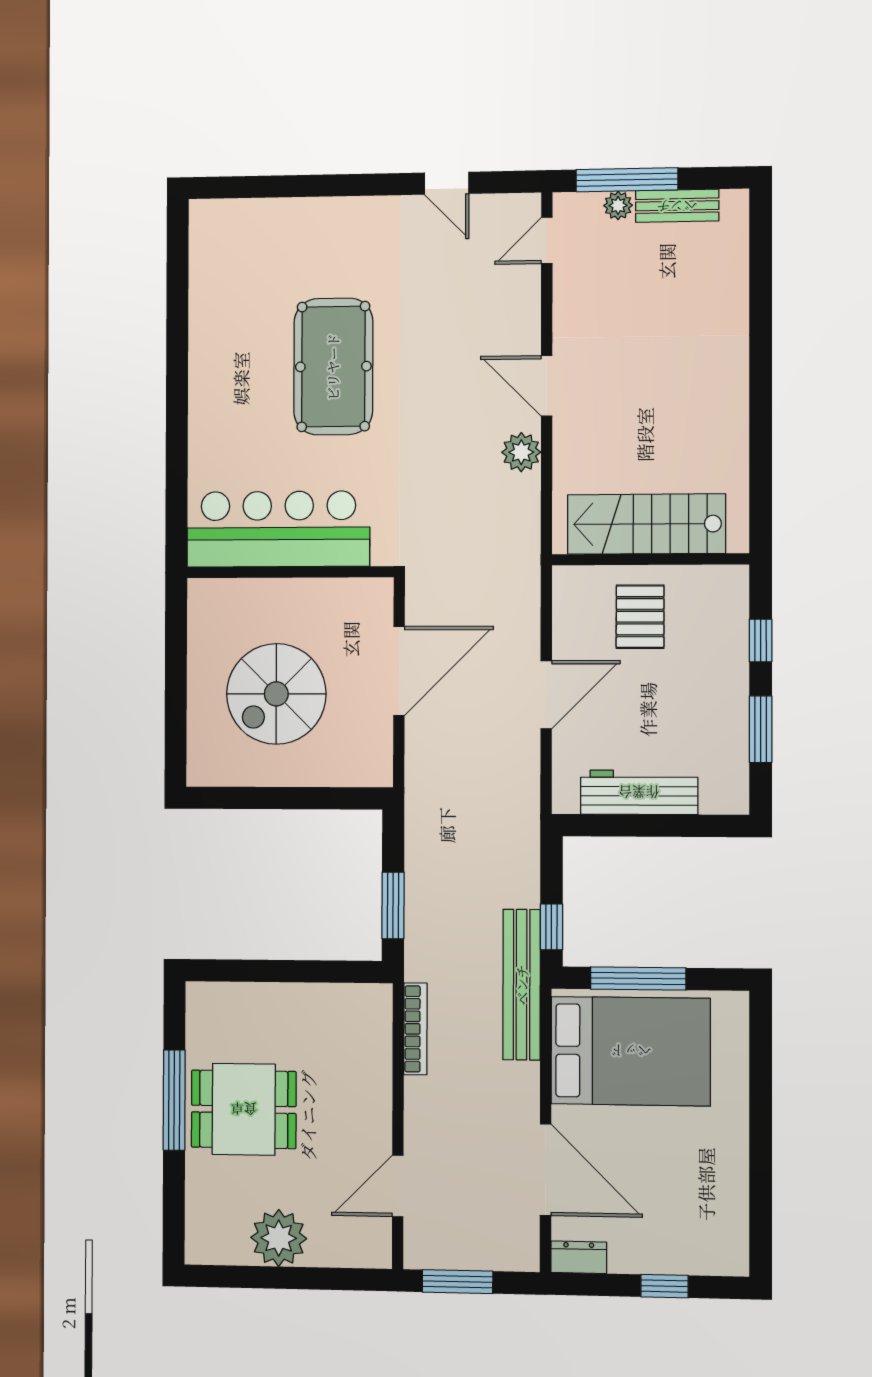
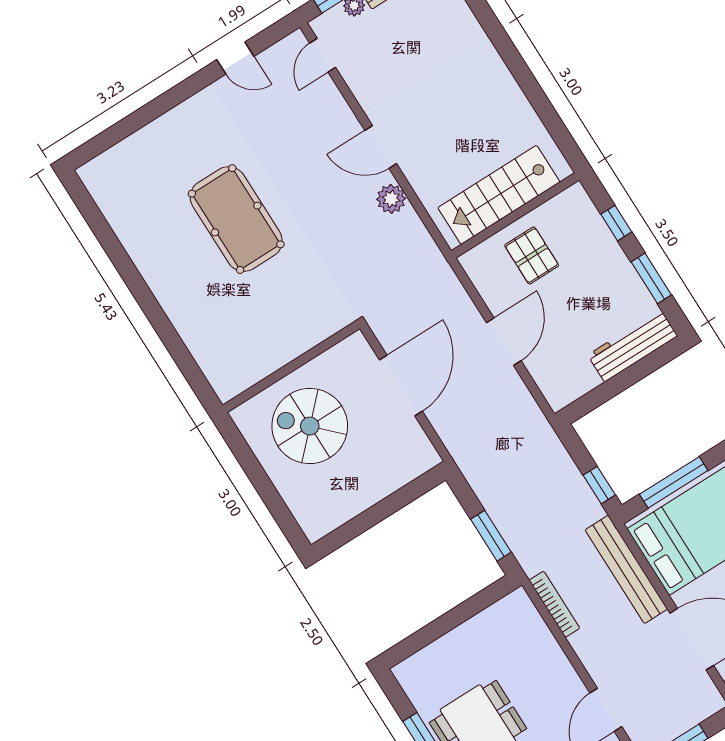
bar counter: (278, 529) -> (266, 344), removed
spiral stairs: (276, 694) -> (310, 426), moved, turned 90
workbench: (639, 792) -> (633, 345), moved
bench: (522, 985) -> (626, 569), moved

